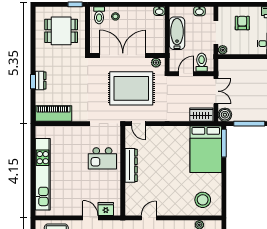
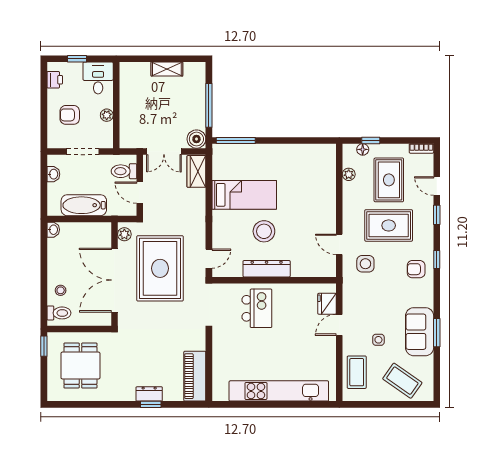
plant: (223, 50) -> (107, 115), moved
double door: (216, 91) -> (164, 151), swing flipped
bed: (206, 149) -> (244, 195), moved, width x0.67
stool: (203, 200) -> (264, 231), moved

